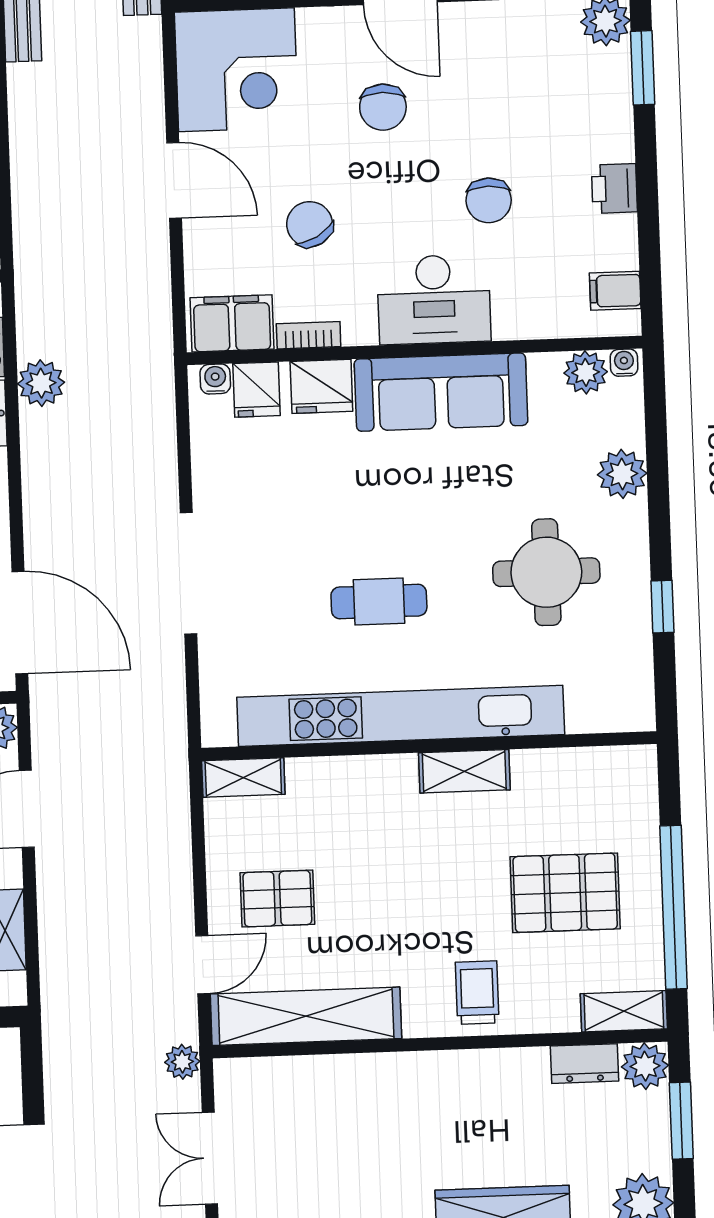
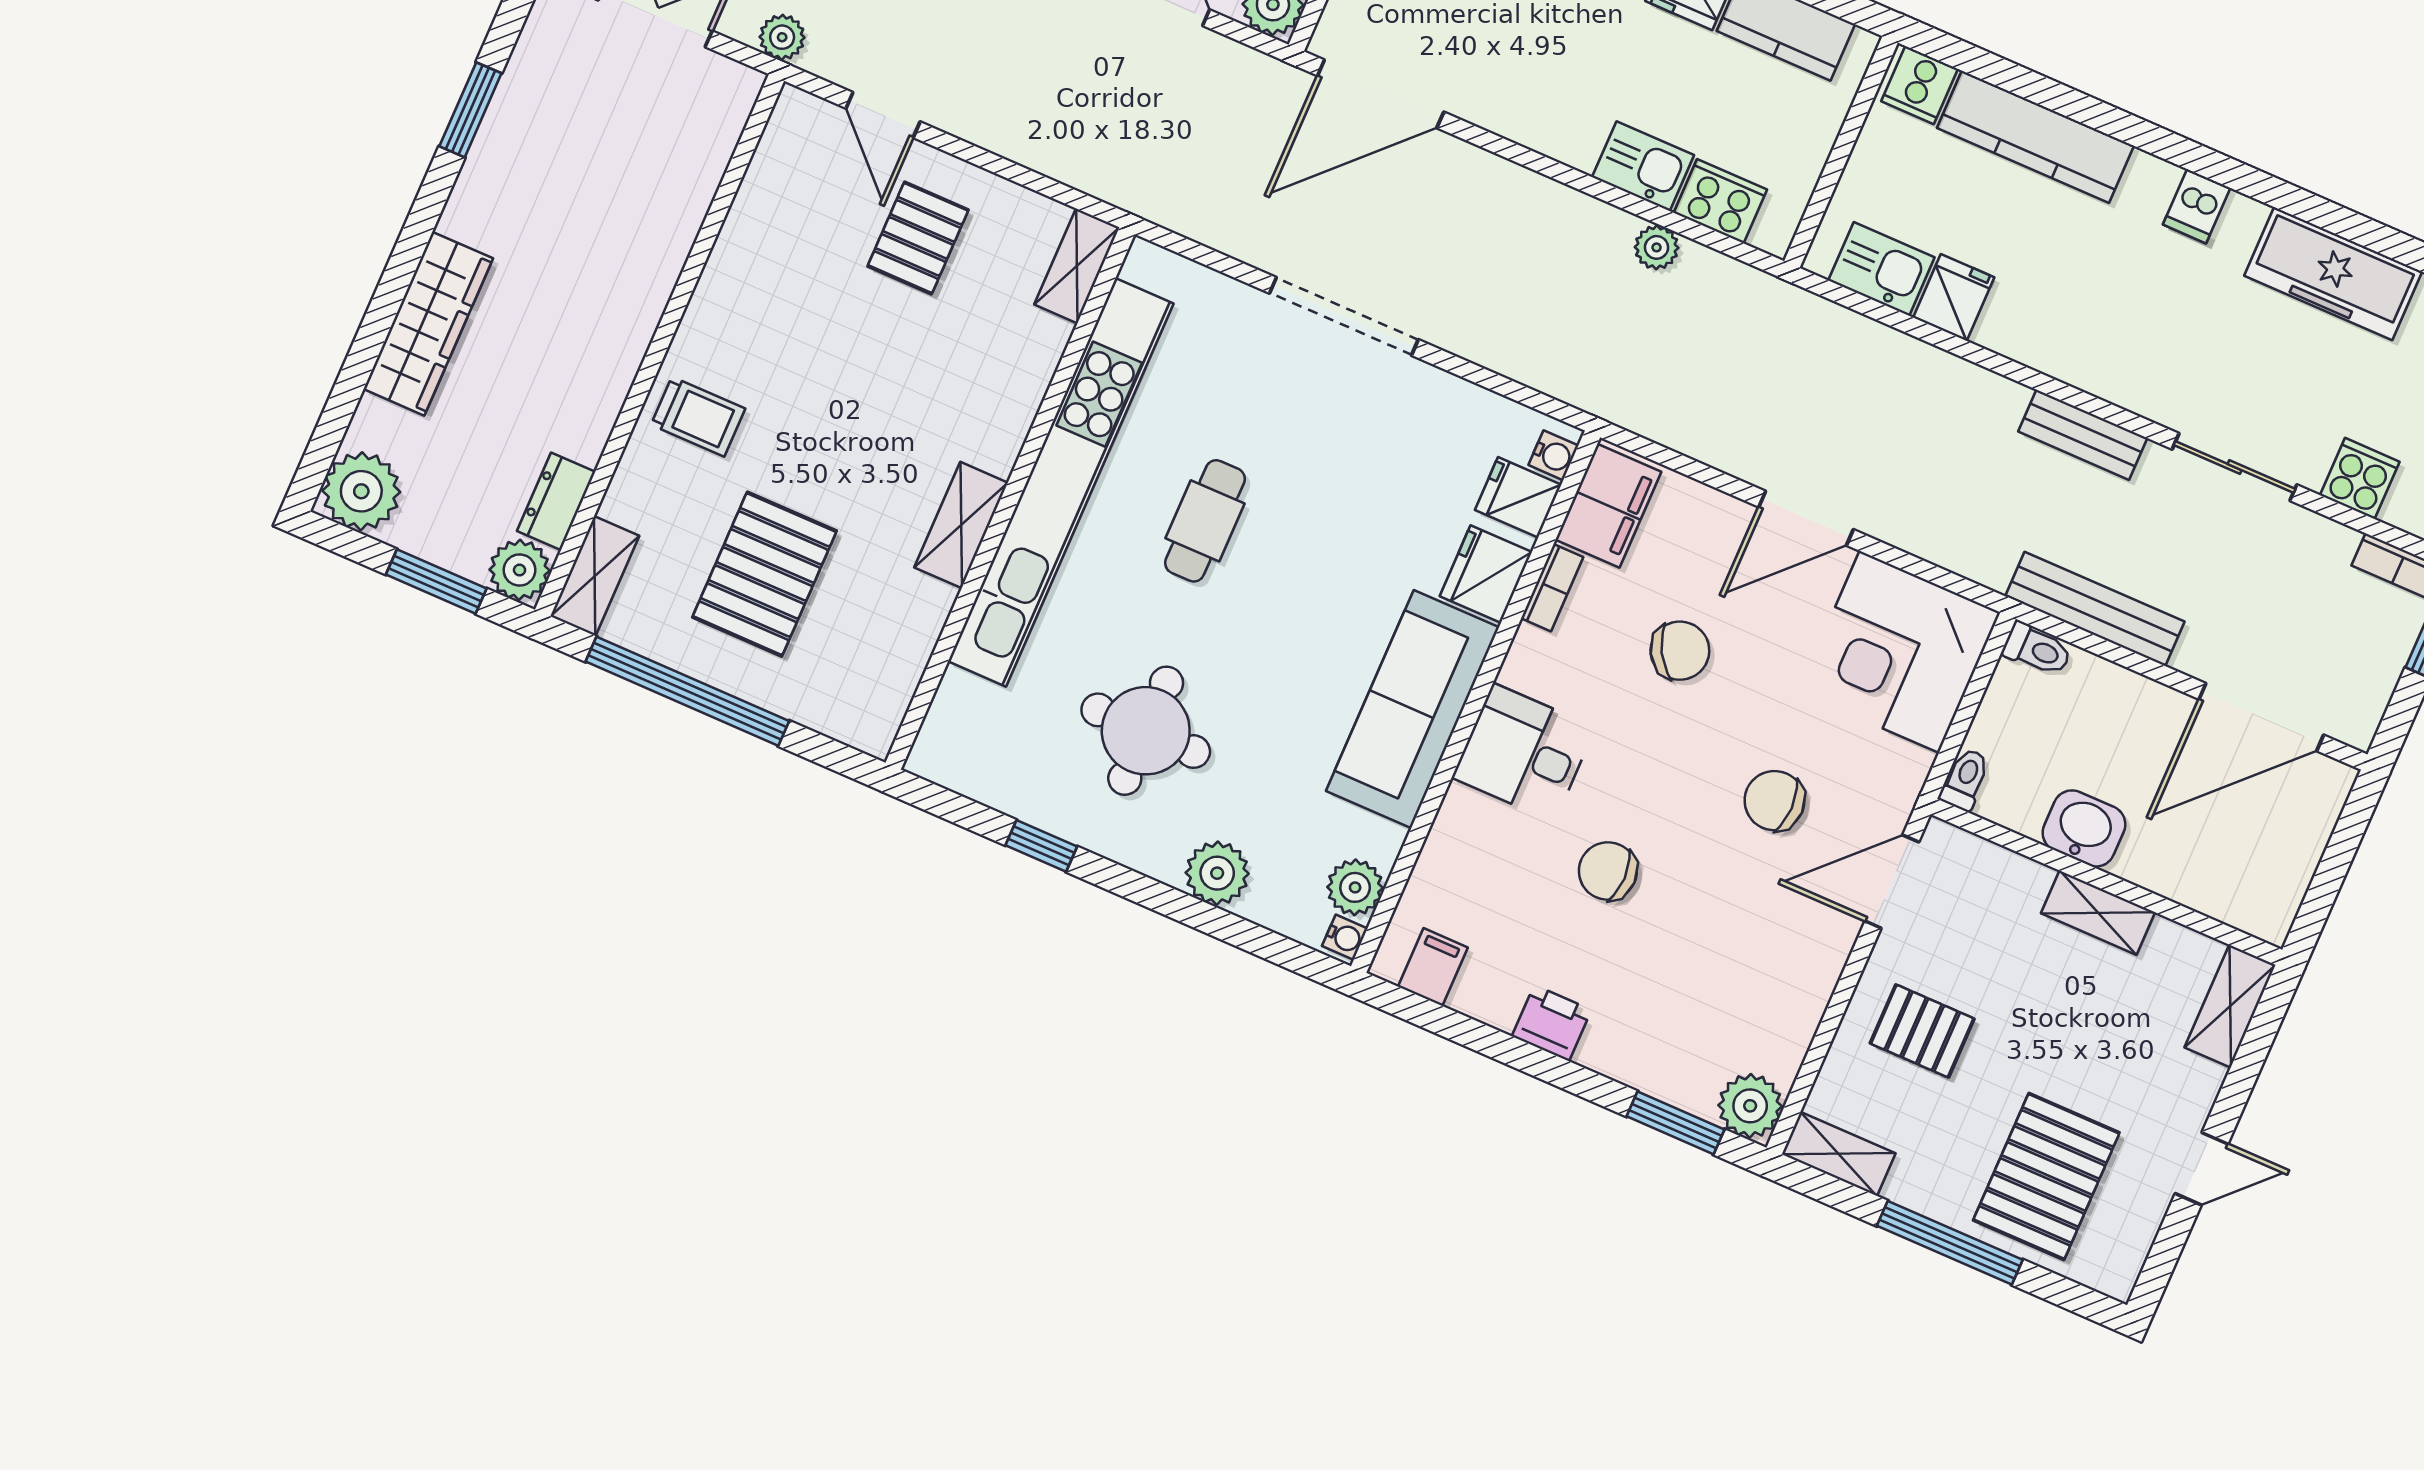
desk: (434, 299) -> (1524, 753), width x0.73
plant: (41, 383) -> (1657, 247), width x0.73, depth x0.73
shelving: (306, 1016) -> (766, 206), removed

